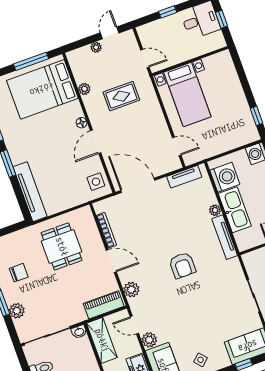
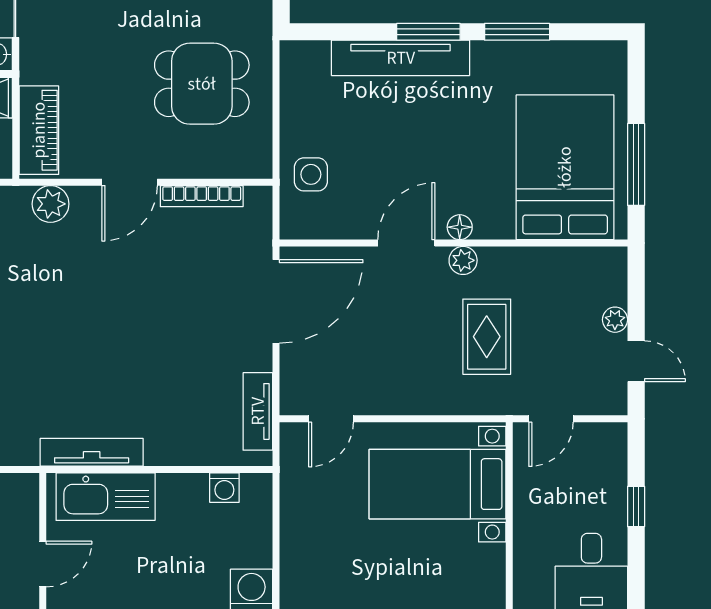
plant: (84, 89) -> (463, 260), moved
door: (96, 142) -> (406, 243), hinge flipped
washing machine: (225, 177) -> (224, 488), width x0.53, depth x0.53
side table: (96, 182) -> (311, 174), moved
tv unit: (30, 192) -> (401, 58), moved
plant: (215, 210) -> (159, 453), removed
kitchen sink: (235, 210) -> (106, 497), moved
armchair: (182, 265) -> (63, 336), removed

